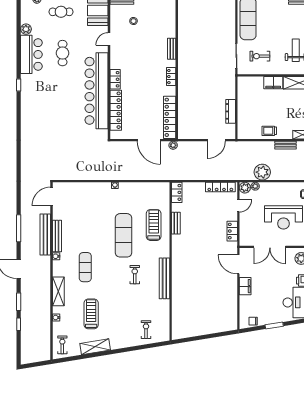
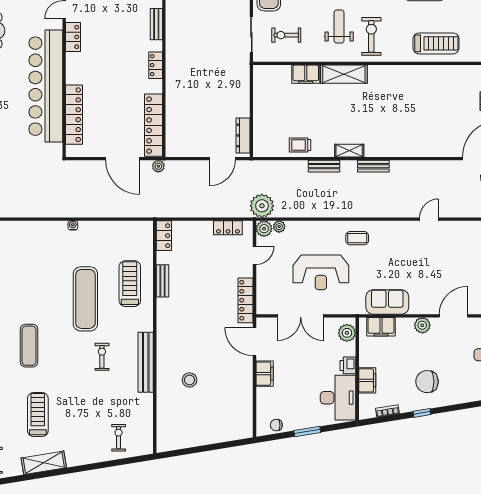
locker: (115, 79) -> (73, 37), moved
dresser: (231, 111) -> (243, 135), moved
plant: (262, 172) -> (262, 206), moved
locker: (220, 187) -> (228, 228), width x0.66
locker: (232, 231) -> (246, 300), width x1.53
stool: (194, 290) -> (190, 380), added

